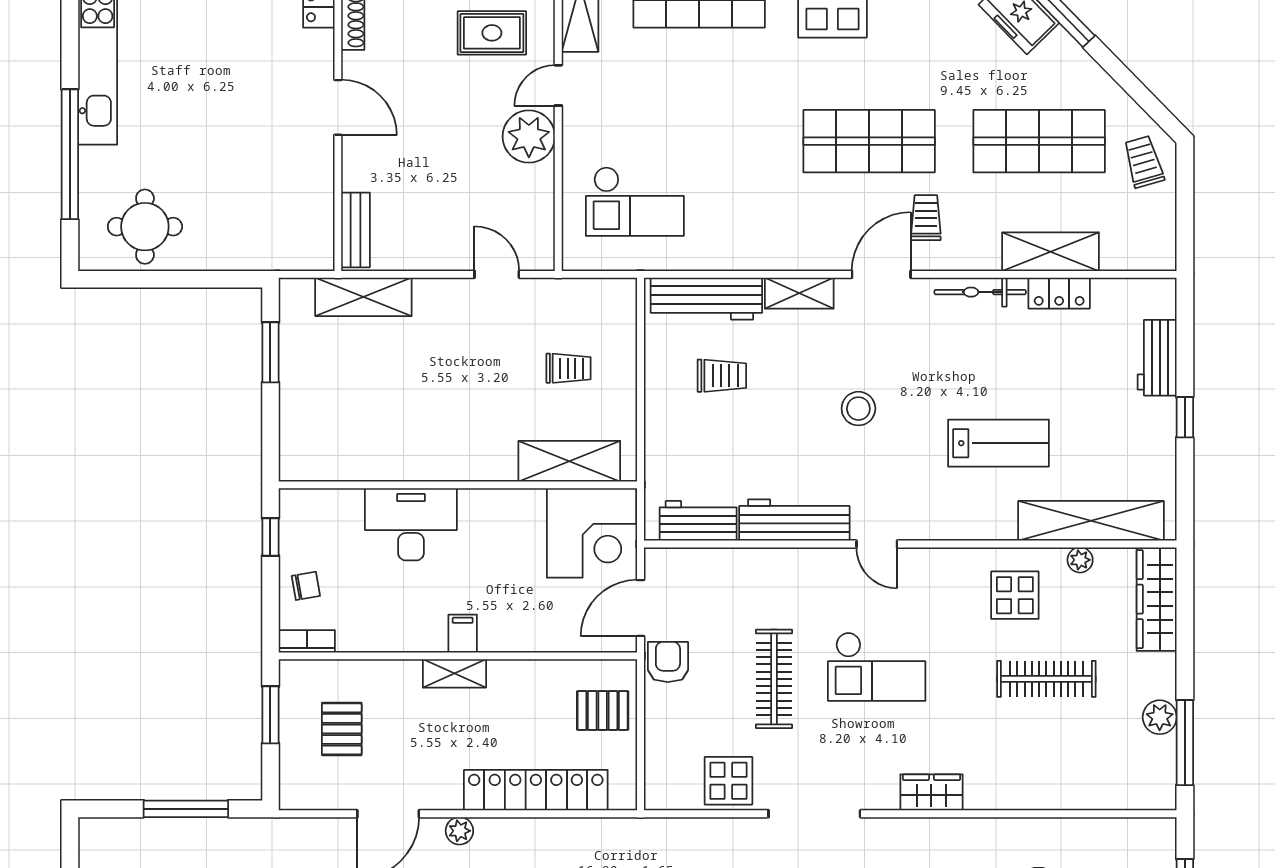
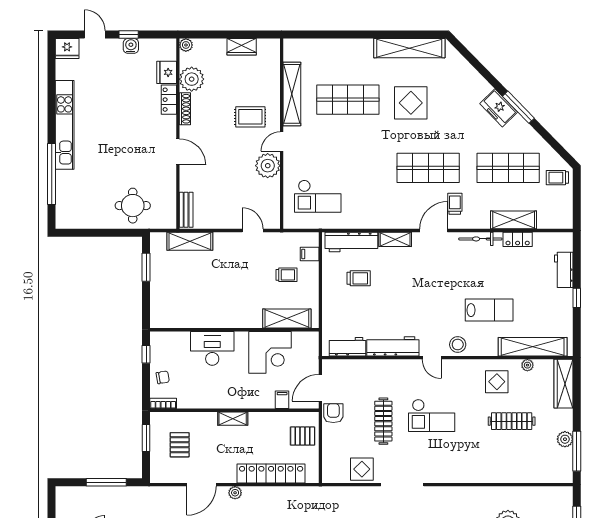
trolley: (1144, 162) -> (557, 178), turned -74
round table: (145, 227) -> (133, 206), moved
filing cabinet: (618, 324) -> (310, 254), added
stool: (858, 409) -> (458, 345), moved
corner desk: (592, 533) -> (270, 352), moved
filing cabinet: (463, 634) -> (282, 400), moved
wardrobe: (931, 792) -> (457, 475), removed

